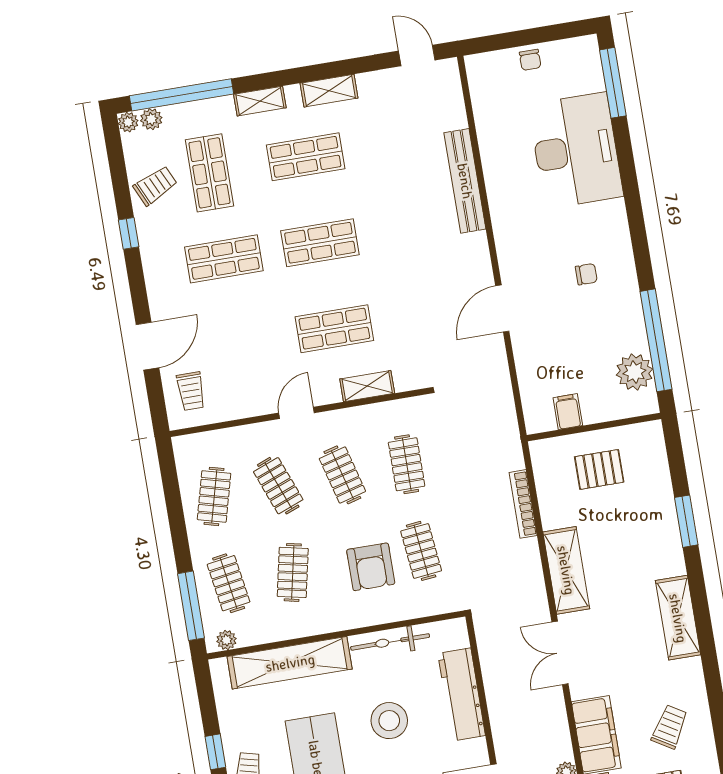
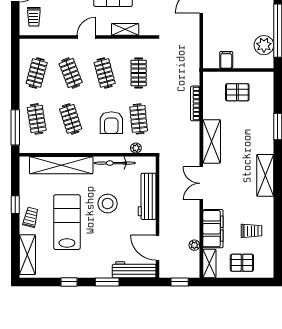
clothes rail: (293, 572) -> (71, 119), turned -30
plant: (226, 640) -> (136, 148), moved
trolley: (670, 727) -> (251, 231), turned 59

